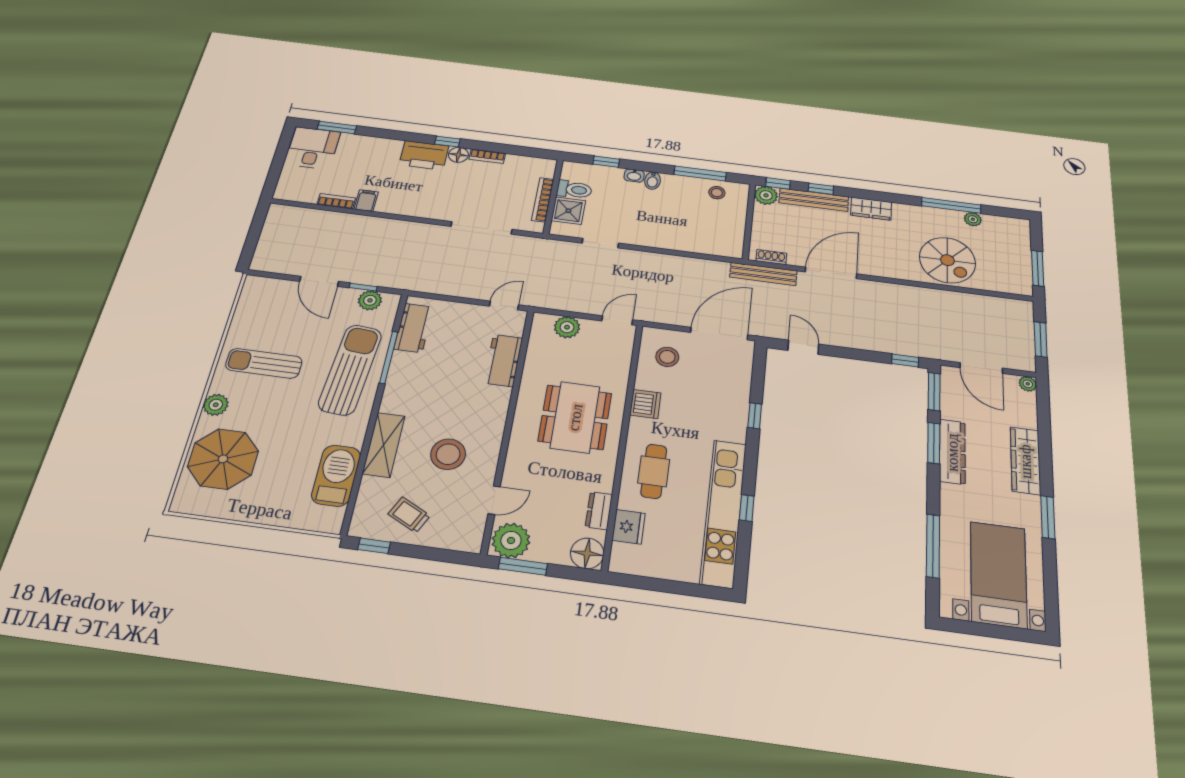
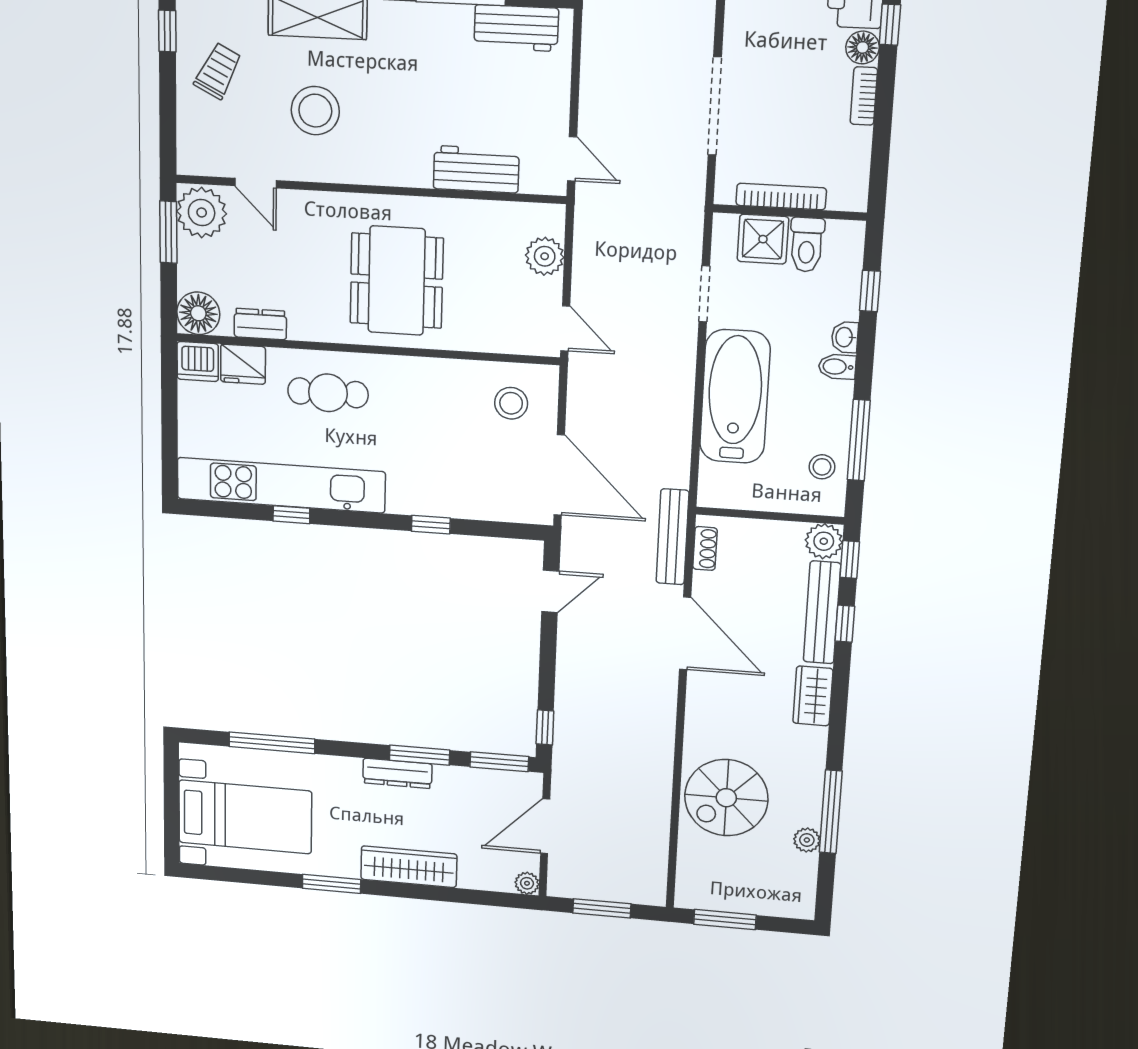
bathtub: (669, 233) -> (735, 397), added
dishwasher: (645, 404) -> (198, 361), moved
dining table: (575, 417) -> (397, 281), turned 90
dresser: (952, 452) -> (397, 773), width x0.73, depth x0.80

